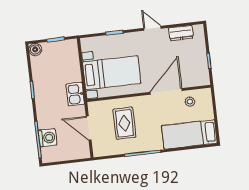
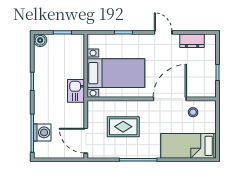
rug: (124, 123) -> (123, 127), turned 90
door: (89, 128) -> (86, 141), moved

